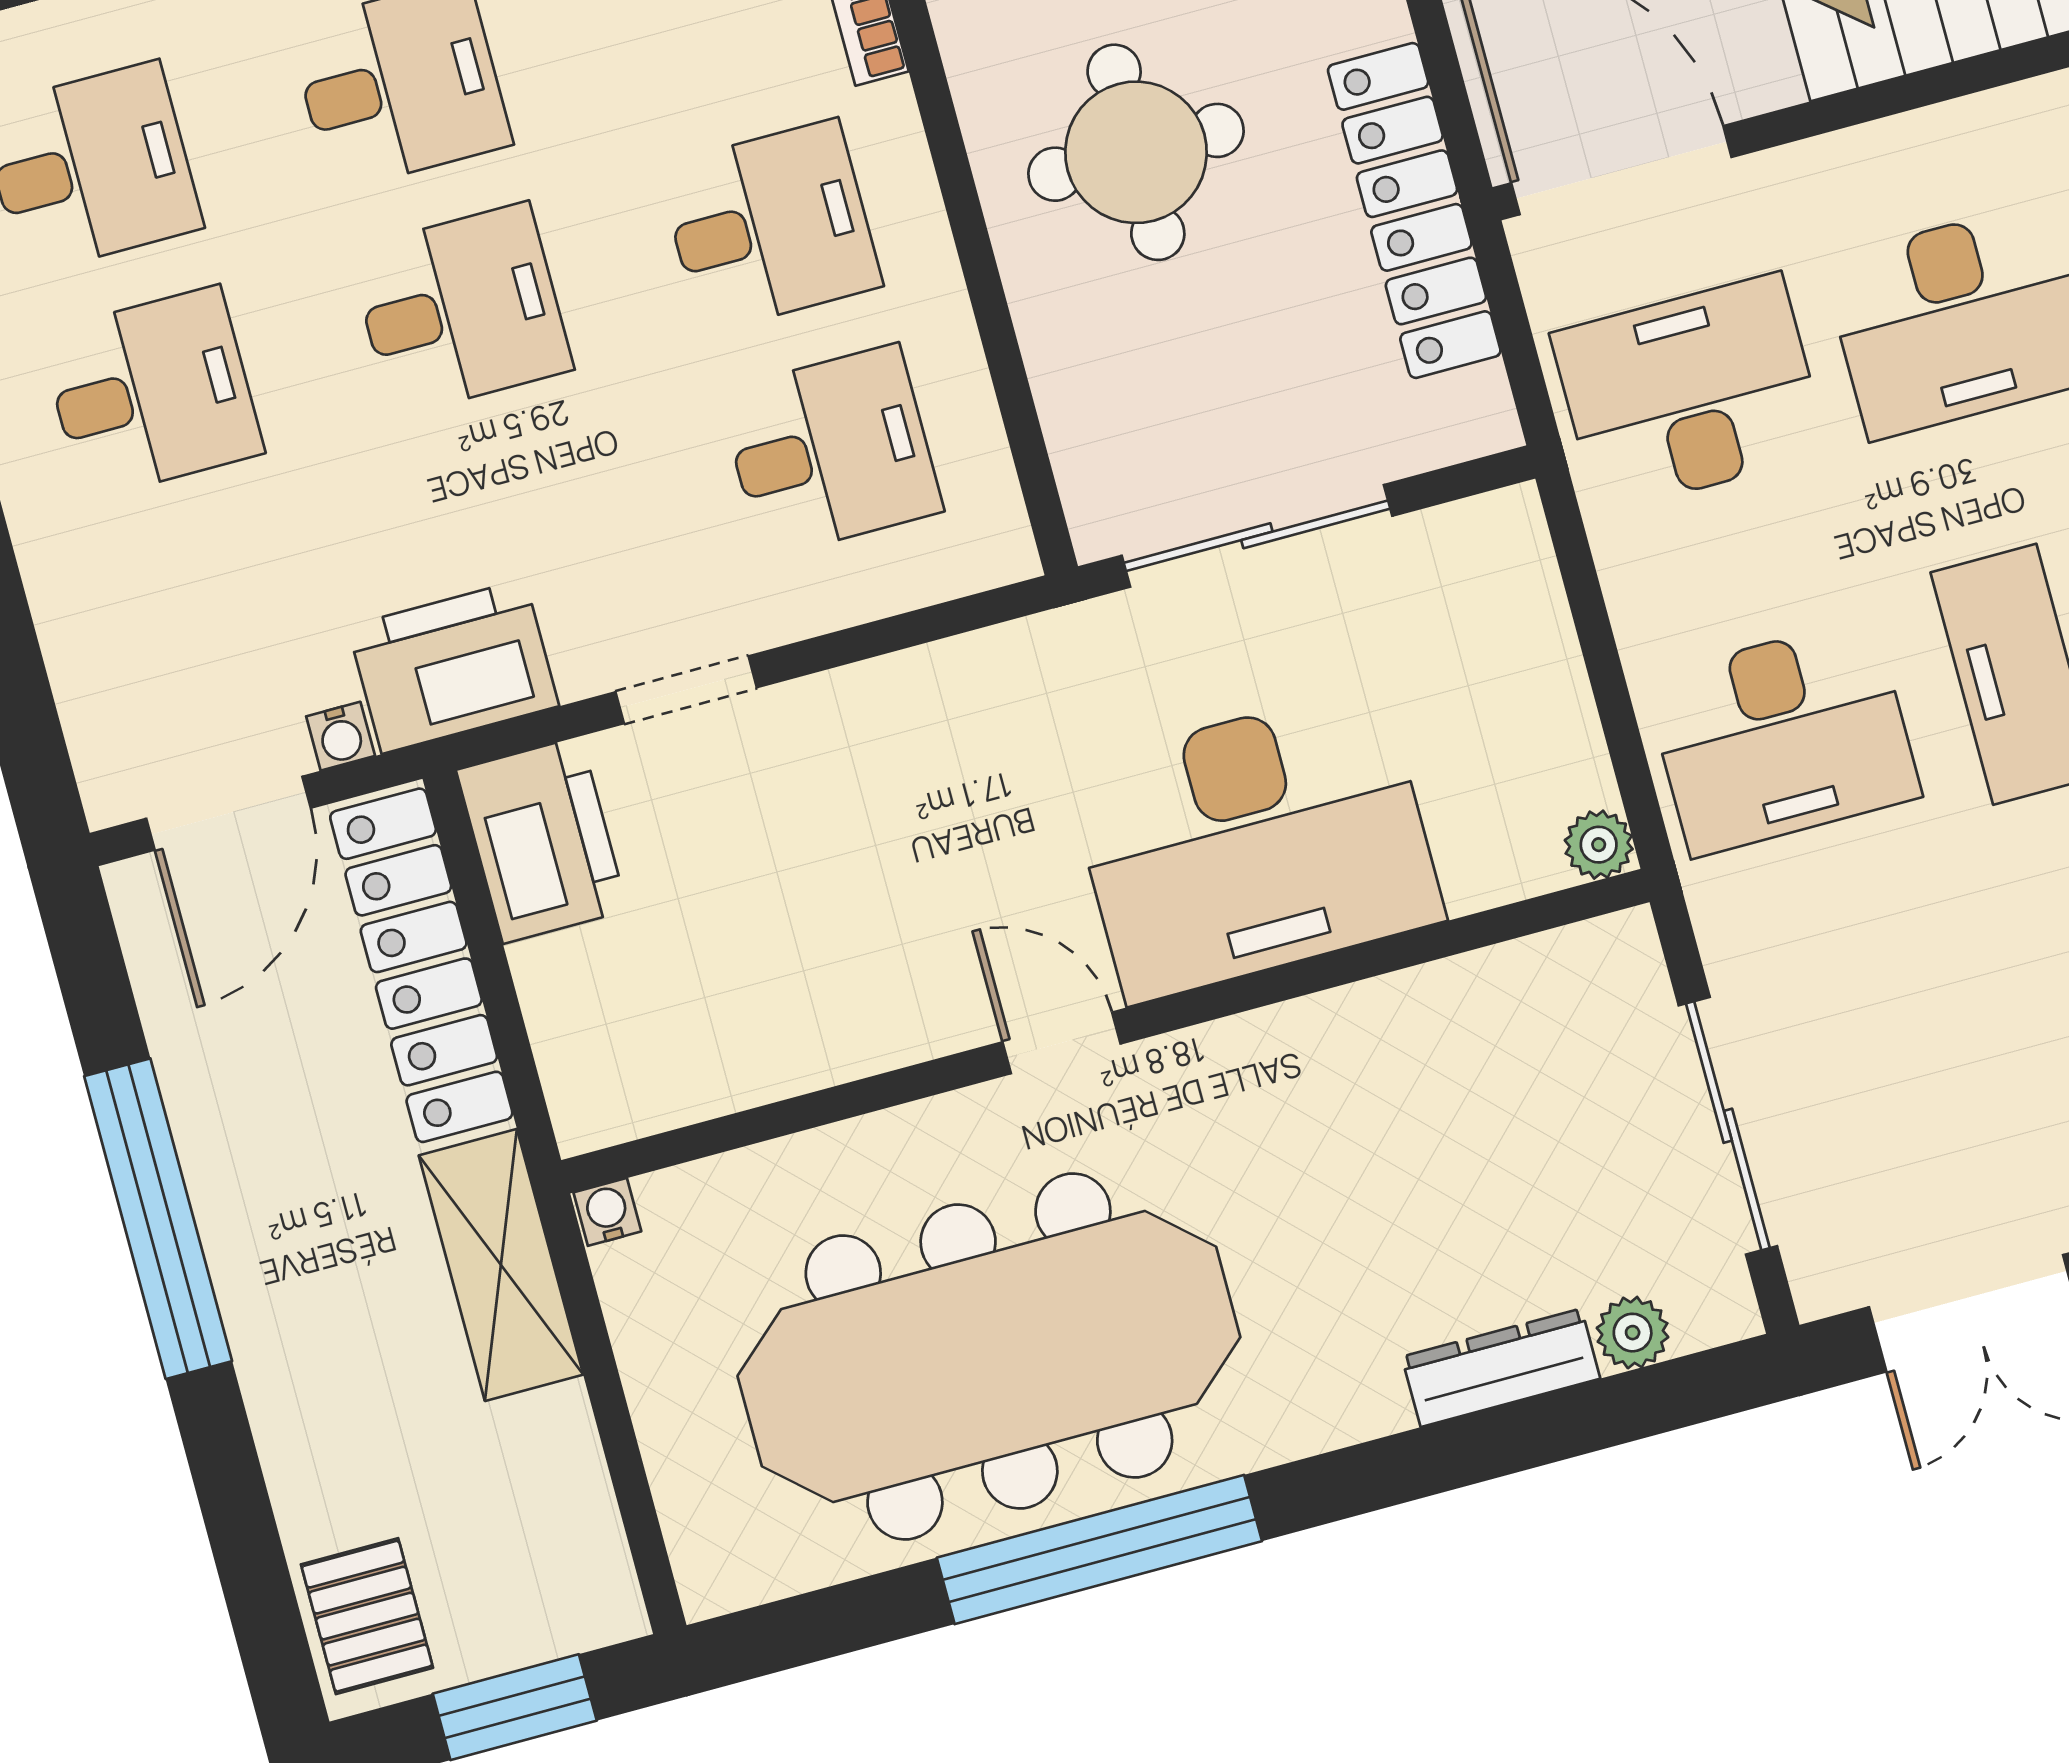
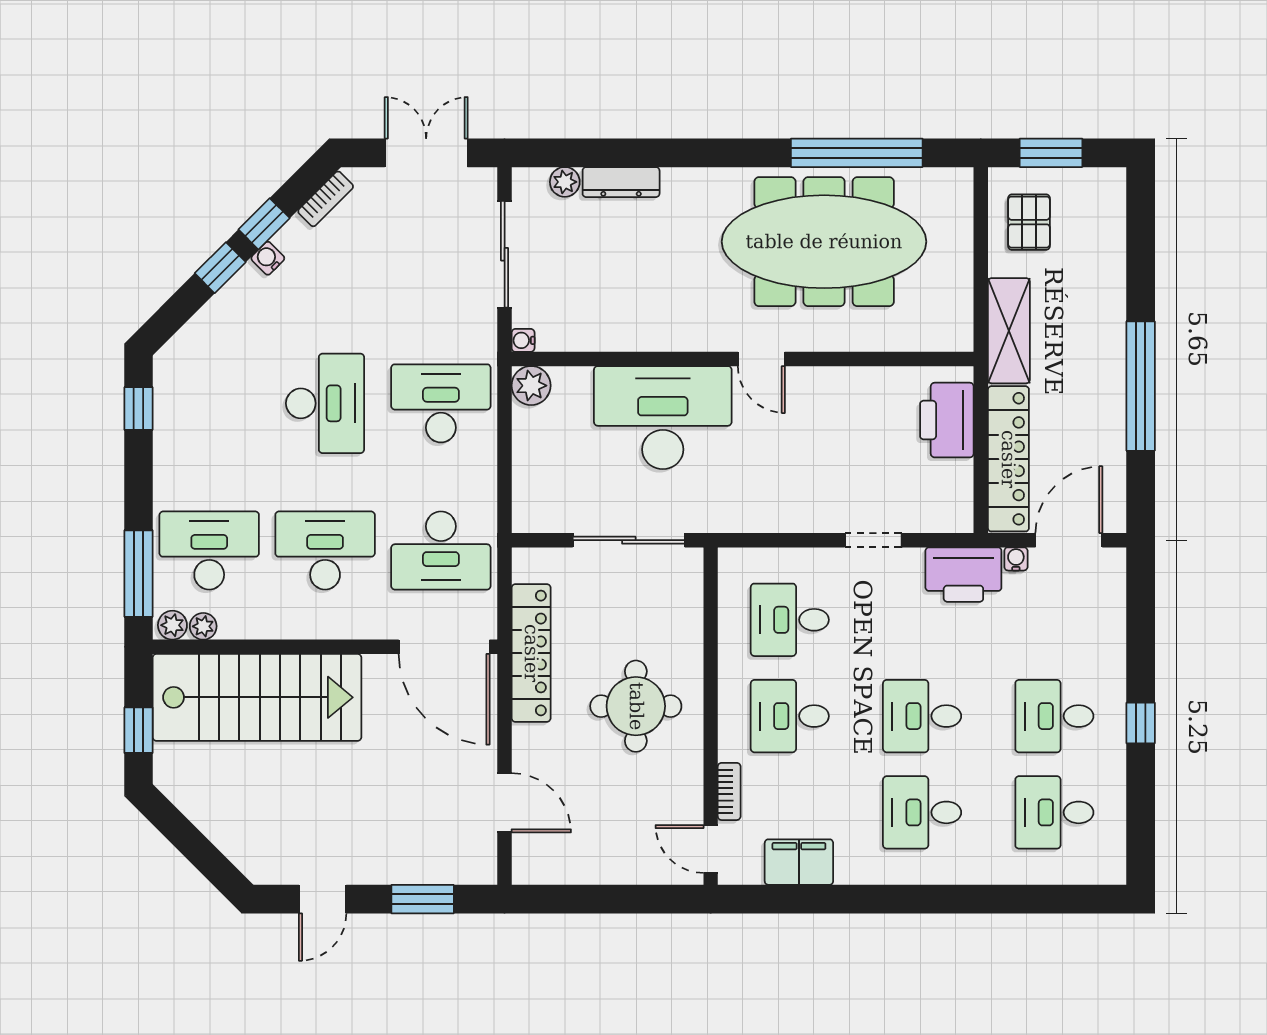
printer: (542, 840) -> (947, 420), moved
plant: (1599, 845) -> (531, 386), width x1.38, depth x1.38
water cooler: (607, 1212) -> (523, 340), moved, turned 90
window: (1099, 1549) -> (857, 153), moved
pallet: (367, 1616) -> (1029, 222), moved

